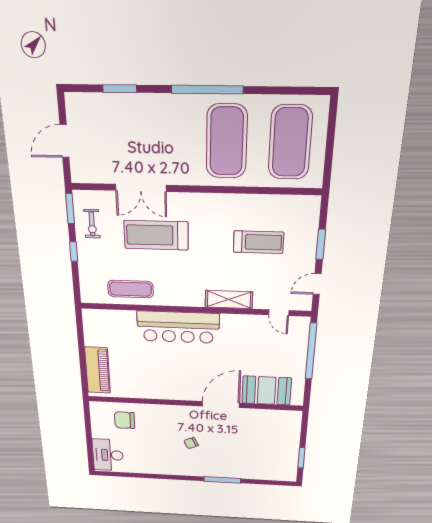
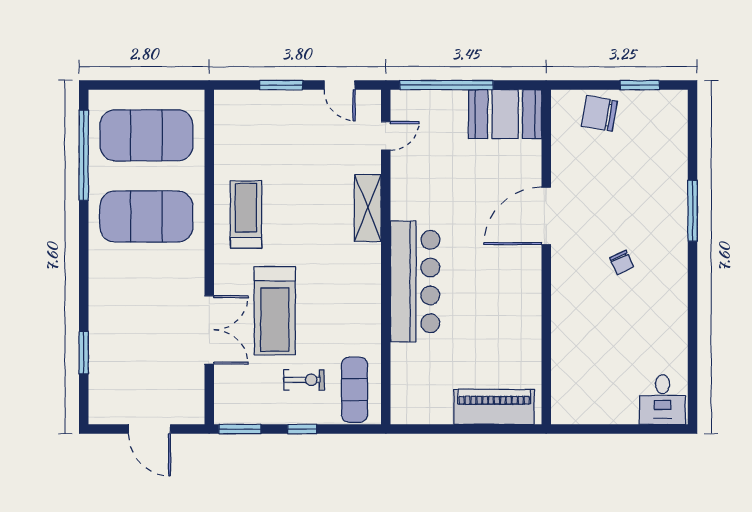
window: (207, 90) -> (84, 155), moved
exercise bike: (92, 224) -> (304, 380), moved
treadmill: (258, 242) -> (246, 215), moved
exercise mat: (131, 289) -> (354, 390), moved
booth: (267, 391) -> (505, 114), moved, turned 90
door: (221, 405) -> (546, 216), hinge flipped
chair: (125, 420) -> (599, 114), moved, turned 100
desk: (108, 455) -> (663, 400), width x0.73

